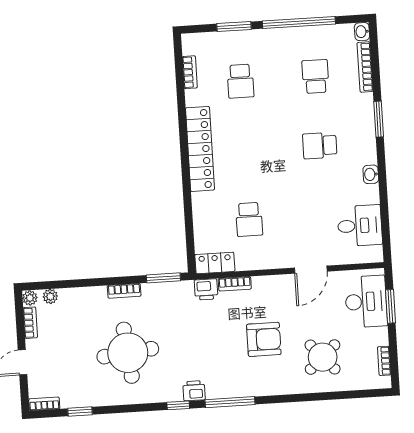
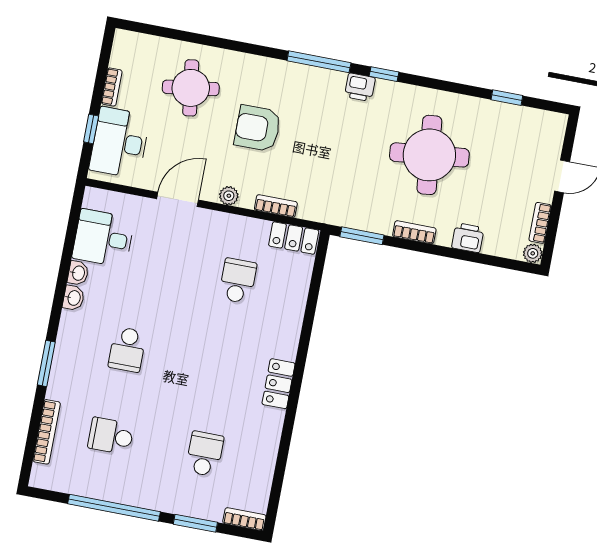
washbasin: (362, 32) -> (78, 273), moved
bookcase: (190, 72) -> (244, 519), moved, turned 90
school desk: (315, 76) -> (111, 436), turned 90
school desk: (320, 146) -> (127, 349), turned 90
locker: (200, 149) -> (279, 384), width x0.46, depth x0.83
printer: (206, 289) -> (468, 238), moved
plant: (50, 296) -> (229, 196), moved
window: (390, 306) -> (91, 129), width x0.67
round table: (323, 357) -> (191, 88), turned 34
bookcase: (384, 361) -> (112, 87), moved
bookcase: (44, 404) -> (549, 118), removed

